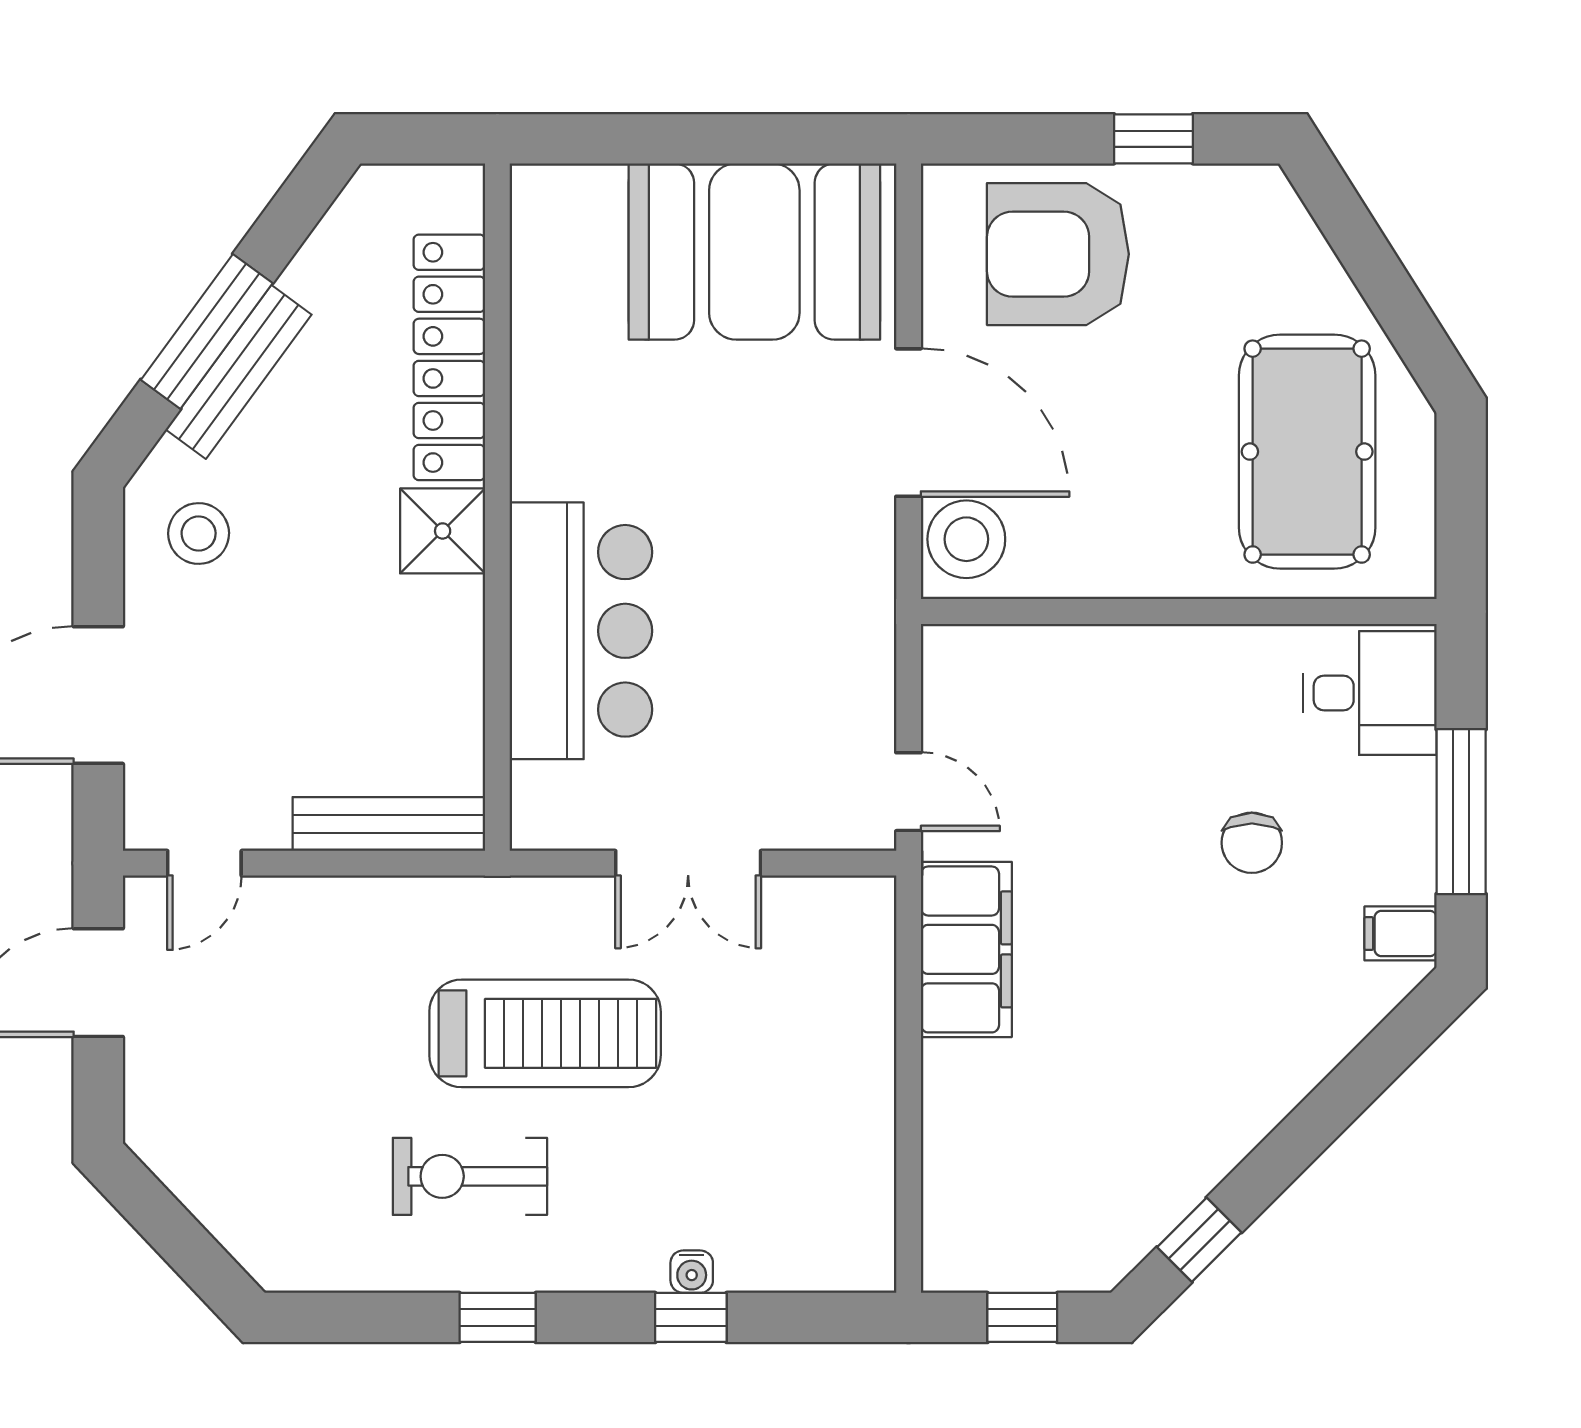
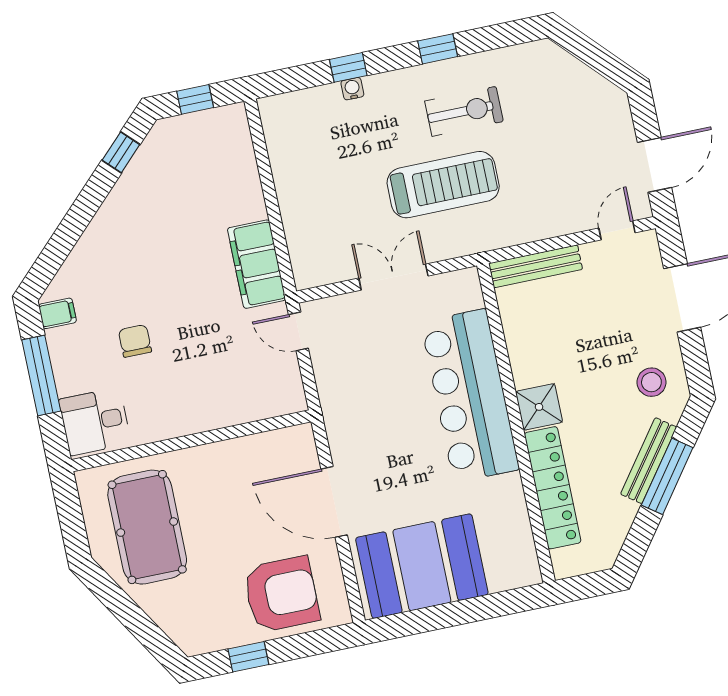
stool: (966, 539) -> (296, 454), removed
bar counter: (581, 631) -> (470, 396), width x1.36
treadmill: (545, 1033) -> (443, 185), turned 180

